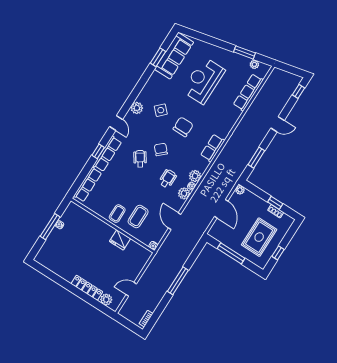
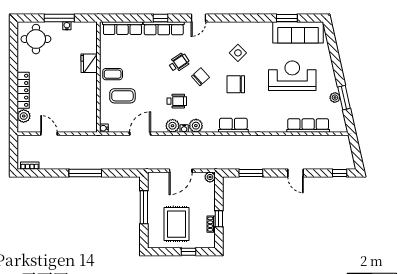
plant: (254, 64) -> (335, 97), moved
plant: (137, 108) -> (225, 29), removed
chair: (183, 127) -> (236, 84), turned 180
rug: (259, 237) -> (177, 224), turned 90
fridge: (120, 240) -> (89, 63), moved
window: (278, 253) -> (189, 252), moved
round table: (55, 254) -> (36, 39), added

